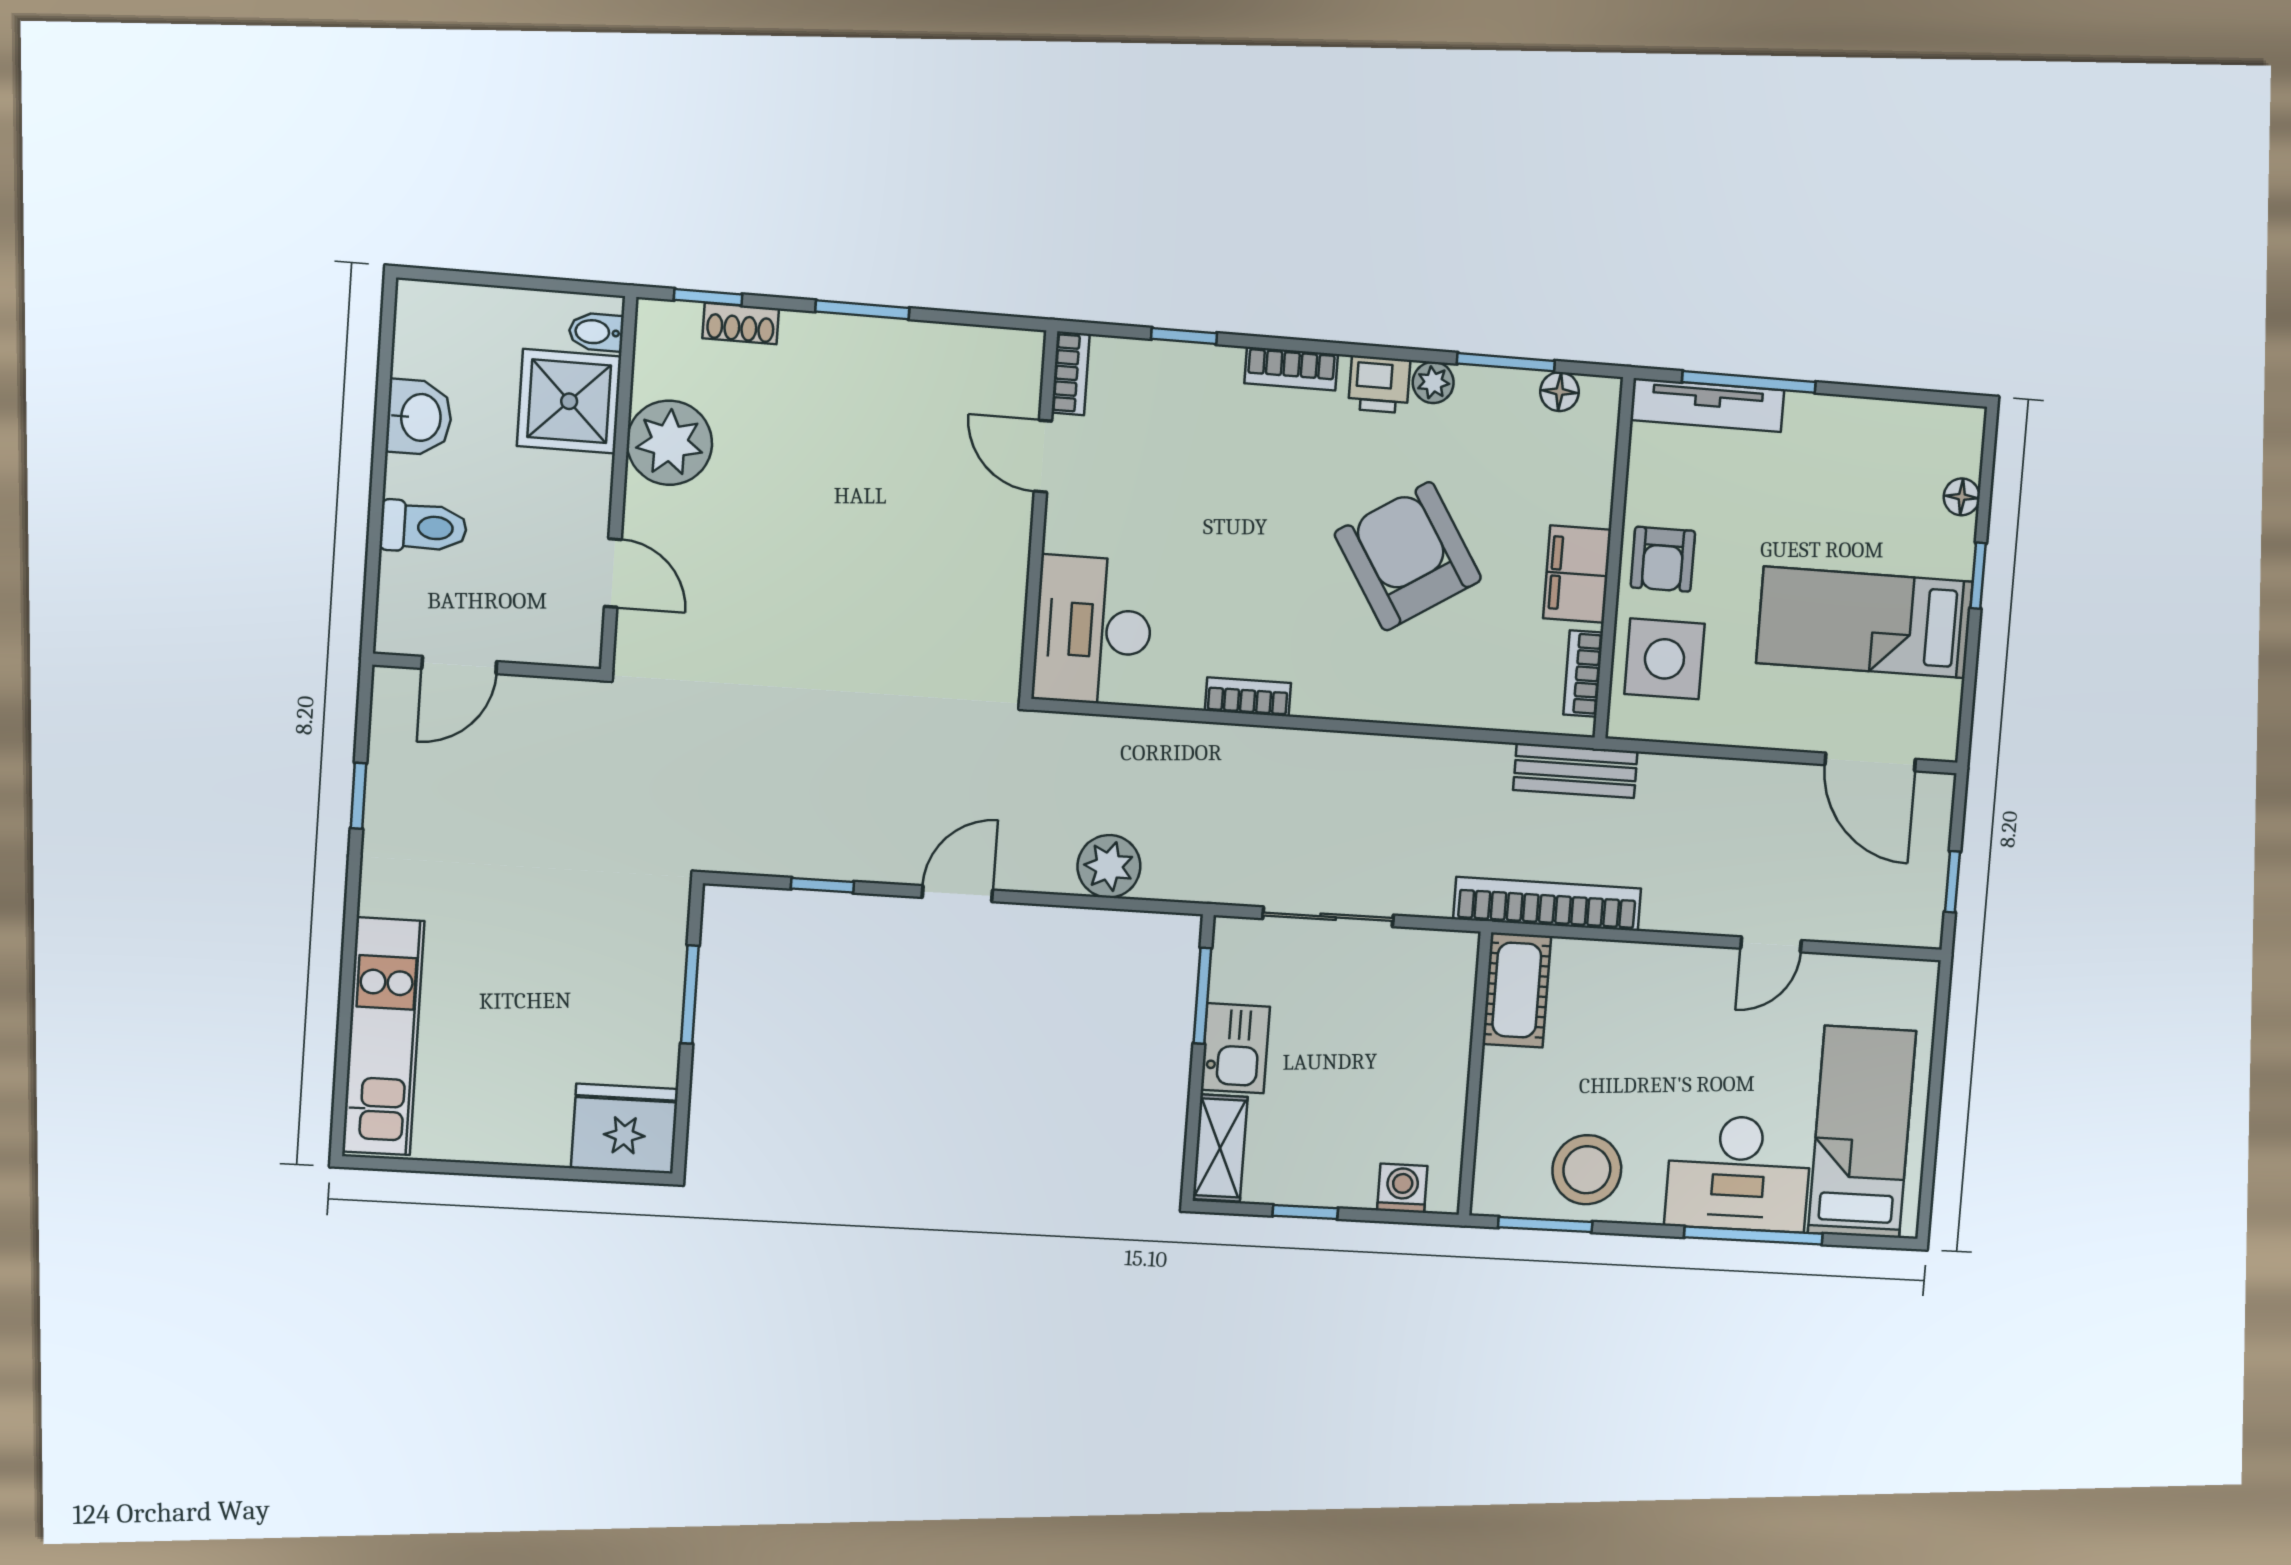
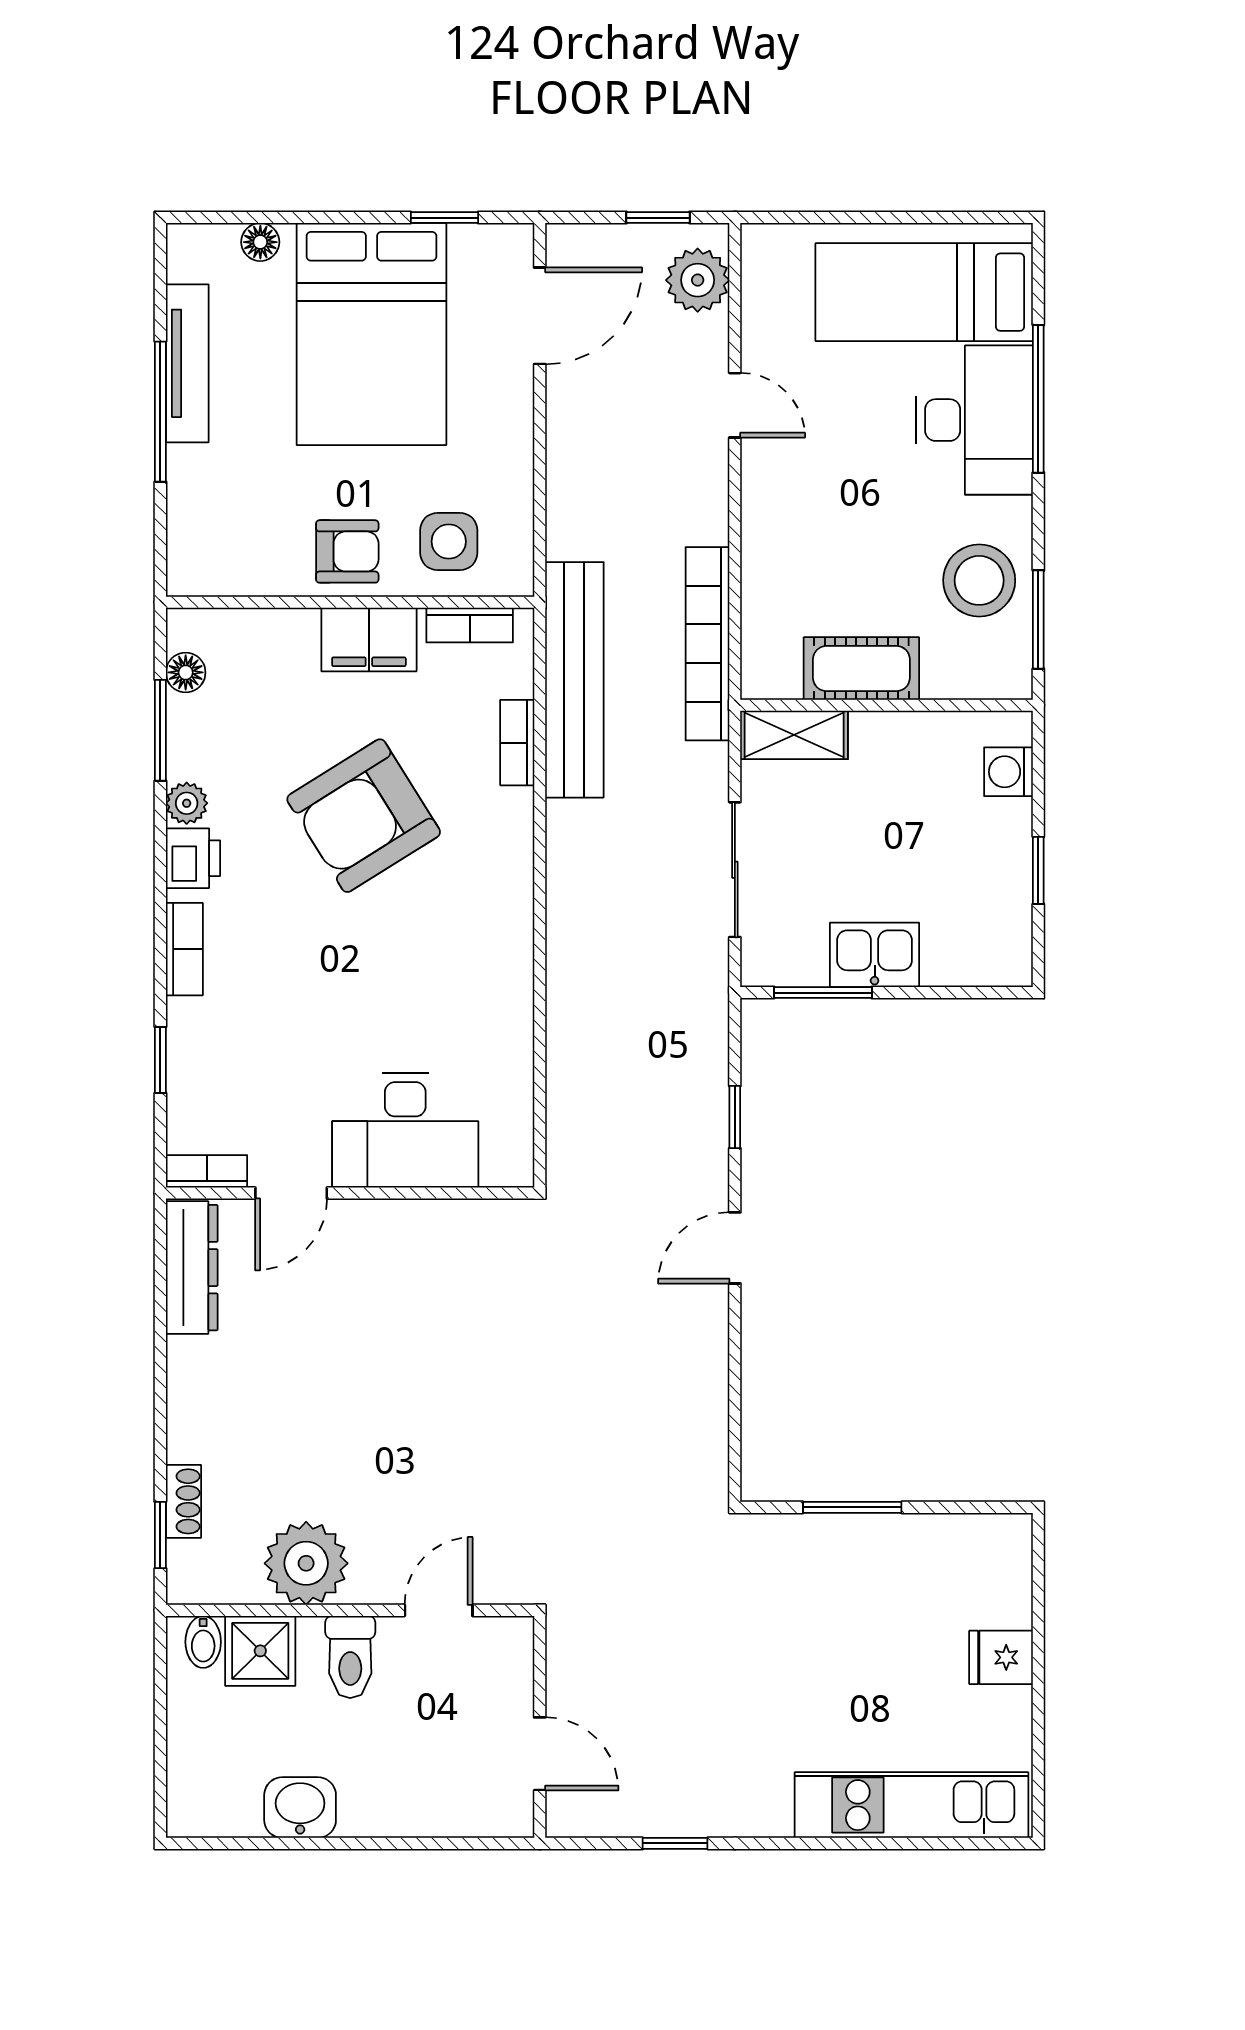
window: (862, 310) -> (160, 1383), removed
dresser: (976, 351) -> (192, 1268), added
window: (1749, 382) -> (160, 412), moved
shower: (569, 401) -> (260, 1651), width x0.73, depth x0.73
tv unit: (1707, 405) -> (187, 363), moved
toilet: (423, 527) -> (350, 1657), moved, turned 180
window: (1978, 576) -> (445, 218), moved
bed: (1865, 622) -> (371, 334), width x1.50
desk: (1093, 630) -> (405, 1130), moved
side table: (1664, 659) -> (449, 542), width x0.73, depth x0.73
bookcase: (1248, 697) -> (517, 743), moved
bench: (1575, 771) -> (574, 680), width x1.86, depth x1.21
plant: (1109, 866) -> (698, 280), moved
window: (822, 885) -> (735, 1117), moved
door: (957, 894) -> (735, 1248), hinge flipped
cot: (1517, 990) -> (861, 669), moved
fridge: (625, 1129) -> (1001, 1657), moved, width x0.53, depth x0.75
shelving: (1220, 1148) -> (794, 735), moved

